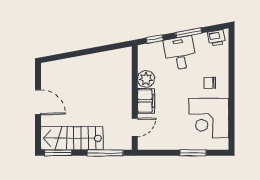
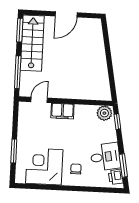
window: (189, 33) -> (123, 165), moved
desk: (180, 53) -> (105, 157), moved
plant: (146, 79) -> (104, 113), moved
door: (135, 127) -> (39, 100), swing flipped

